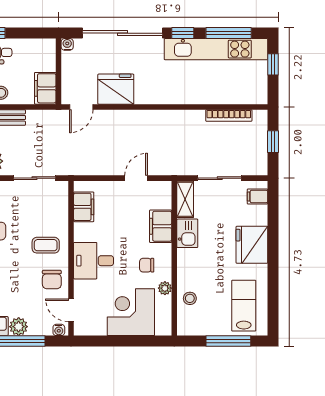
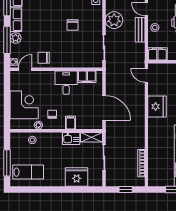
fridge: (116, 89) -> (157, 107), moved
door: (136, 178) -> (104, 108), width x1.87
filing cabinet: (258, 196) -> (93, 180), removed
filing cabinet: (161, 226) -> (70, 123), width x0.50
coffee table: (46, 245) -> (64, 54), removed
fridge: (252, 245) -> (77, 177), moved
desk: (94, 261) -> (66, 83), moved

